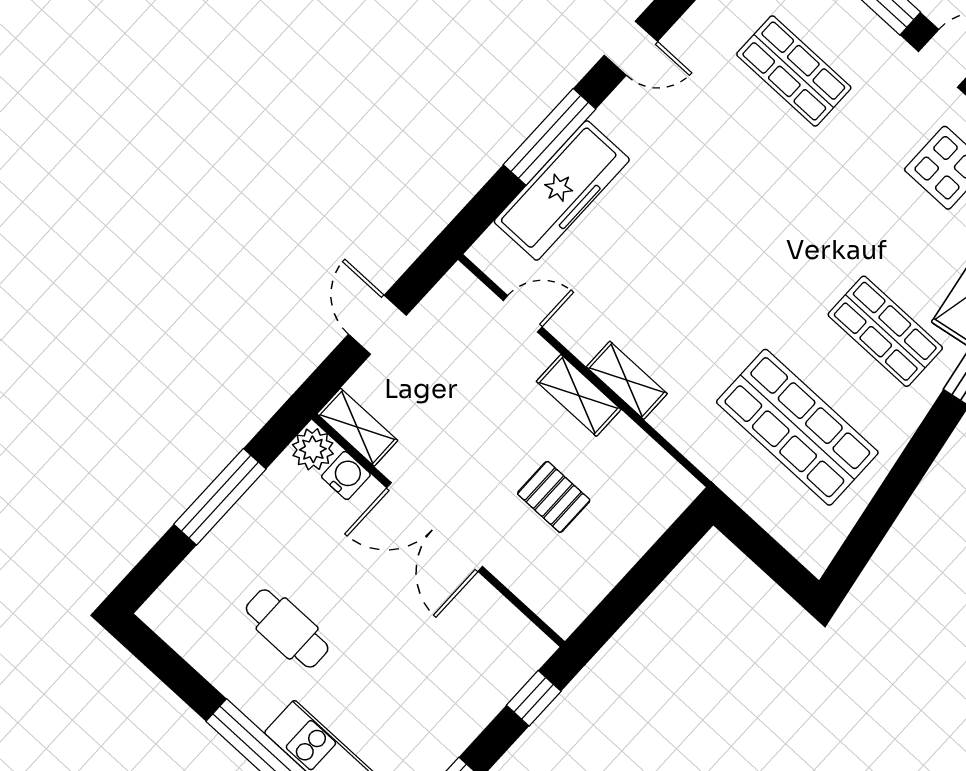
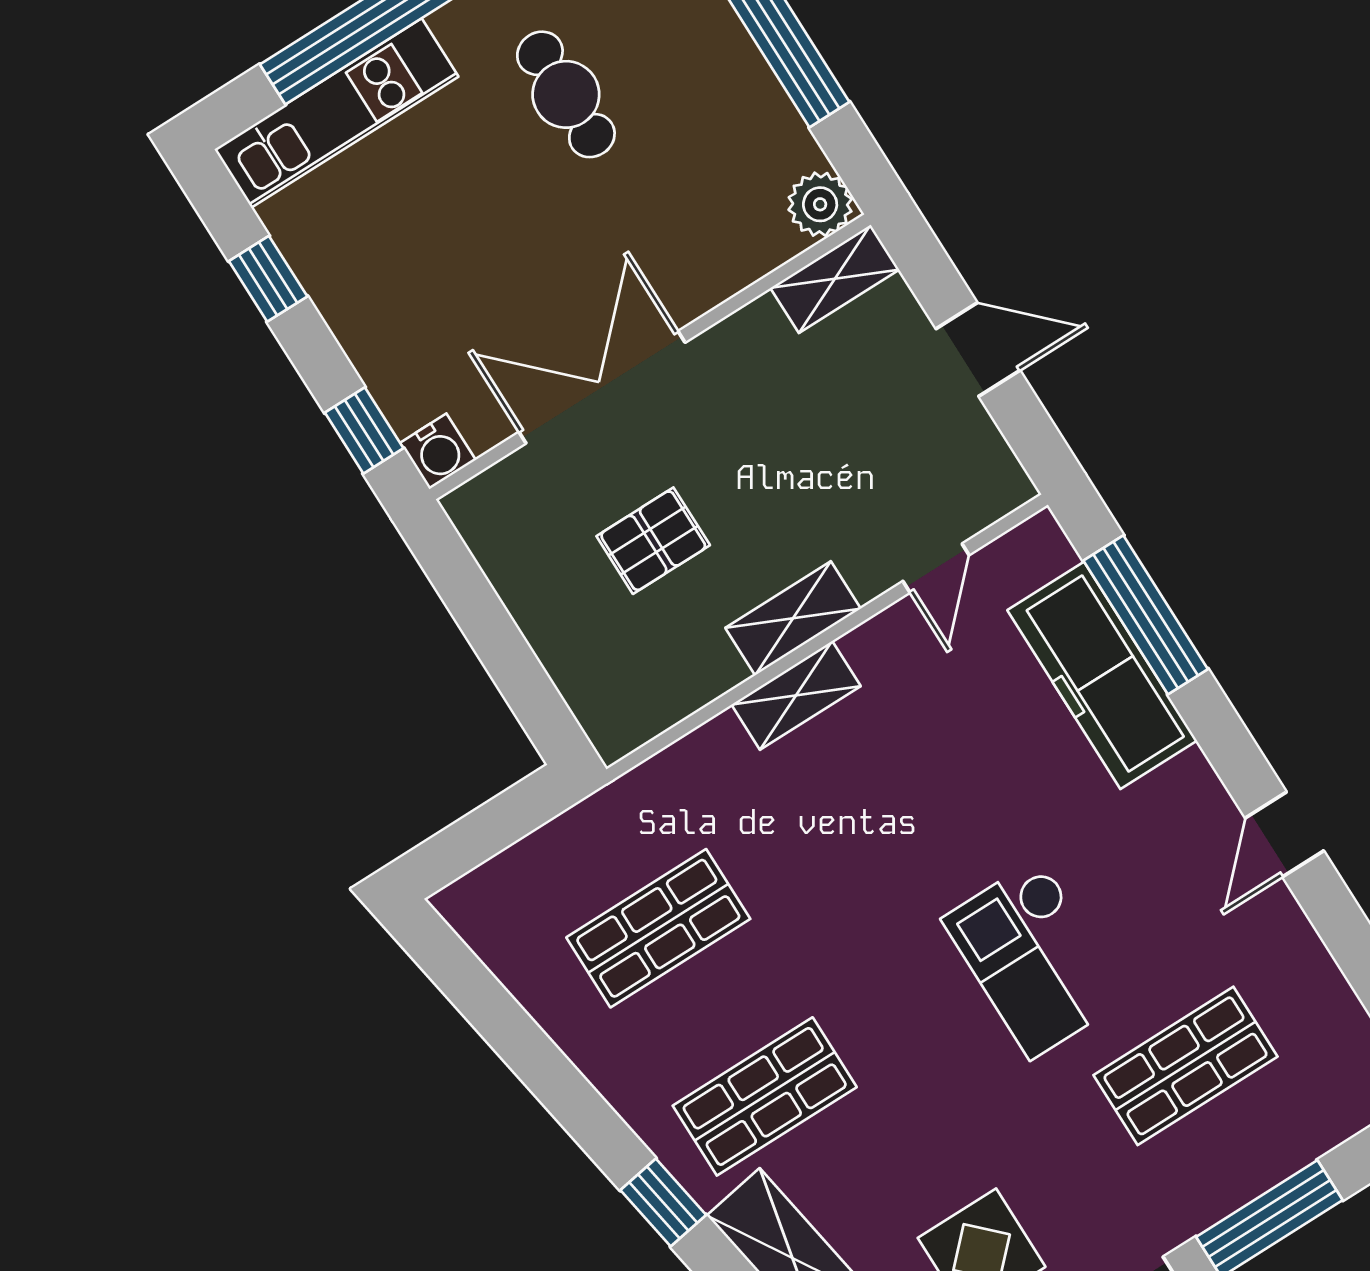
window: (550, 137) -> (1146, 615), moved
checkout: (752, 184) -> (1035, 958), added
shop shelf: (797, 427) -> (658, 928), width x0.70, depth x0.74
water cooler: (346, 475) -> (438, 451), moved
double door: (435, 527) -> (602, 387), moved
cafe table: (287, 628) -> (566, 94), turned 90

